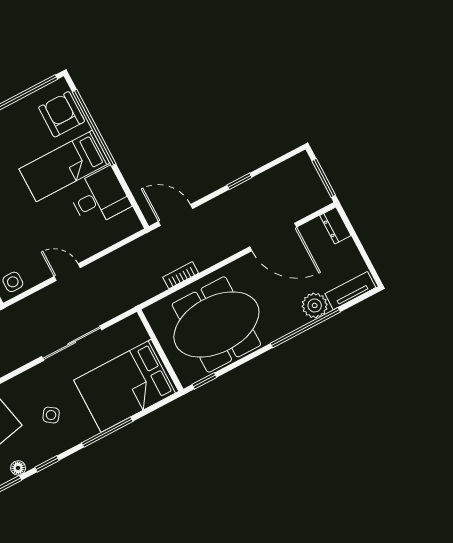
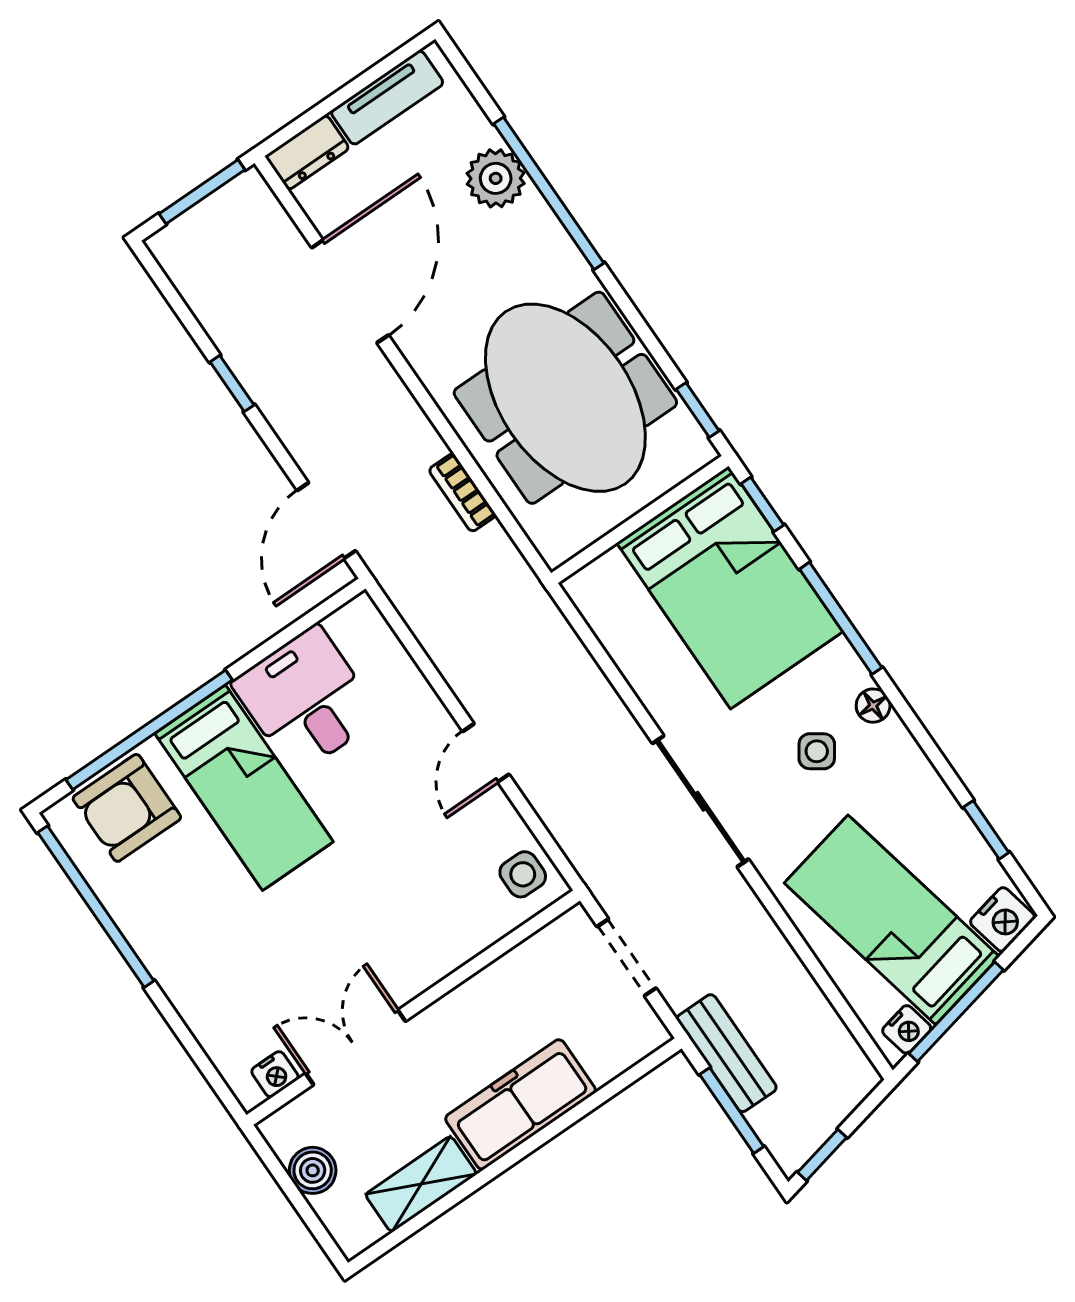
tv unit: (350, 291) -> (387, 98), moved, turned -90
sliding door: (72, 343) -> (701, 801), moved
window: (47, 464) -> (762, 504), moved
floor lamp: (18, 468) -> (873, 706), moved

